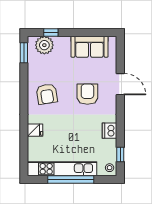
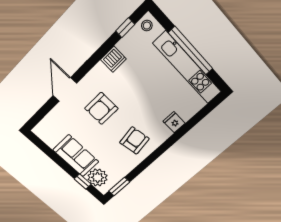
sofa: (90, 47) -> (76, 156), moved

